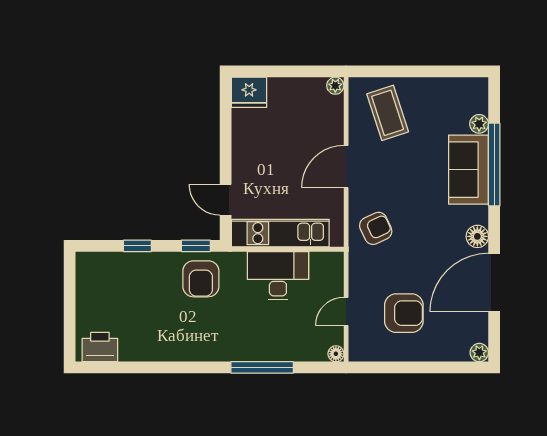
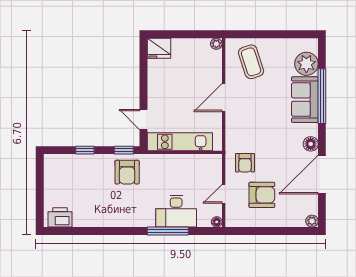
plant: (479, 124) -> (306, 64), width x1.88, depth x1.88
armchair: (376, 228) -> (245, 163), moved, turned 115
desk: (278, 276) -> (176, 211), moved, turned 180

